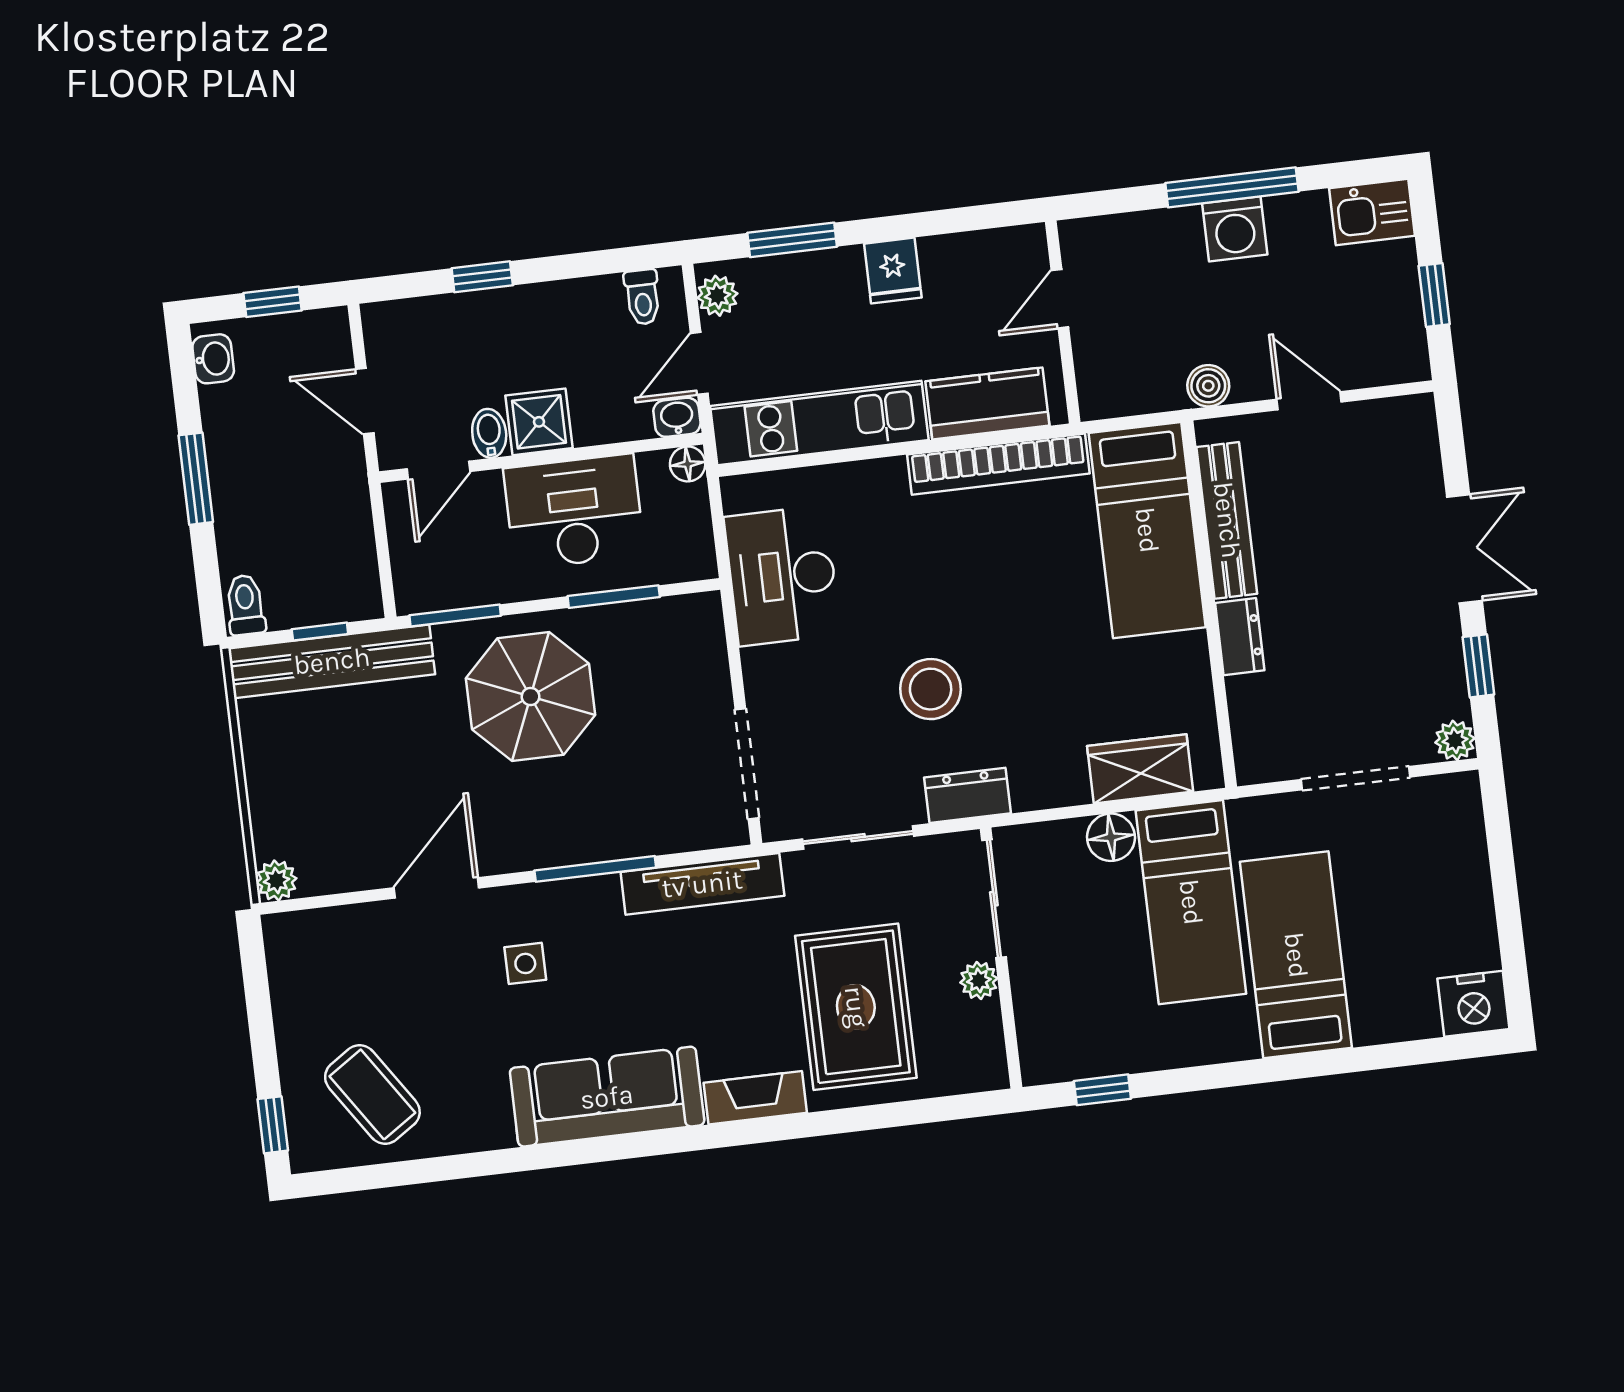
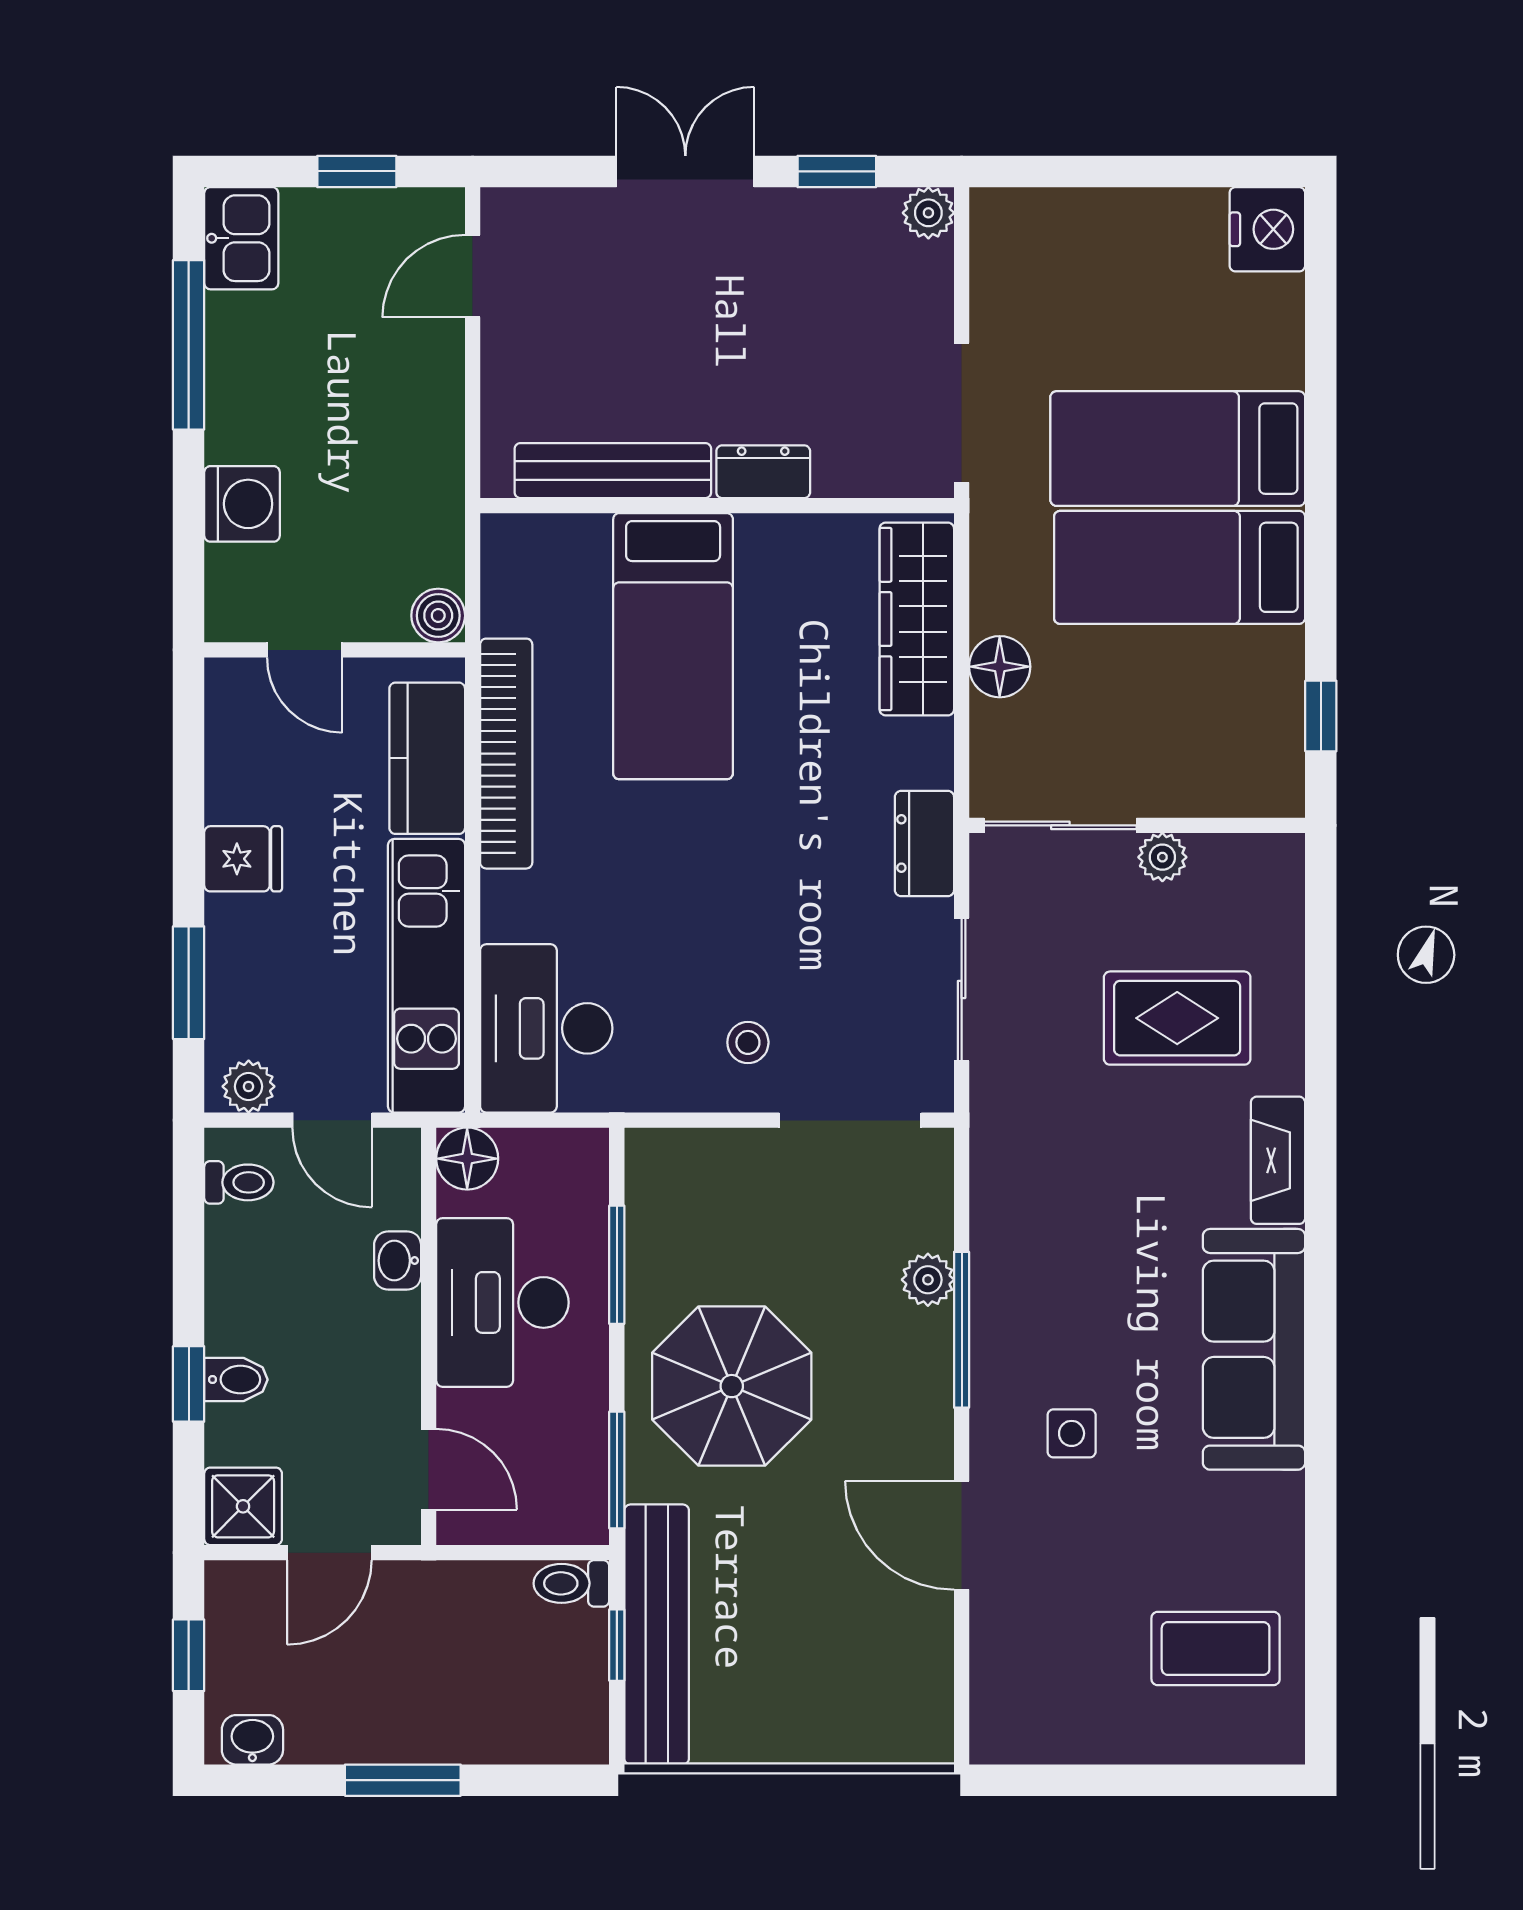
window: (1232, 187) -> (189, 345), moved
washing machine: (1235, 229) -> (242, 504), moved
boiler: (1208, 386) -> (438, 616), moved
door: (1309, 401) -> (473, 276), moved
washbasin: (677, 417) -> (398, 1261), moved
shower: (539, 422) -> (243, 1506), moved
bidet: (489, 433) -> (236, 1380), moved, turned 180
floor lamp: (688, 464) -> (467, 1159), width x1.37, depth x1.37
bed: (1147, 530) -> (673, 646), moved, turned 90
desk: (782, 576) -> (546, 1028), moved, turned 90
toilet: (245, 605) -> (571, 1583), moved
stool: (931, 689) -> (748, 1042), moved, width x0.53, depth x0.53
wardrobe: (1140, 769) -> (917, 619), width x1.50
doorway: (1356, 778) -> (962, 413), moved
plant: (276, 881) -> (928, 1280), moved
tv unit: (702, 884) -> (997, 1195), removed
bed: (1191, 902) -> (1180, 567), moved, turned 180
rug: (856, 1007) -> (1177, 1018), width x0.73, depth x0.70
coffee table: (372, 1094) -> (1216, 1648), turned 34
window: (273, 1125) -> (1239, 1780), removed

